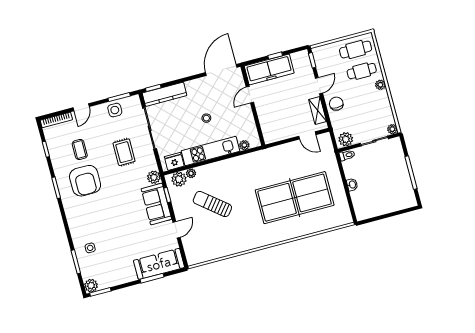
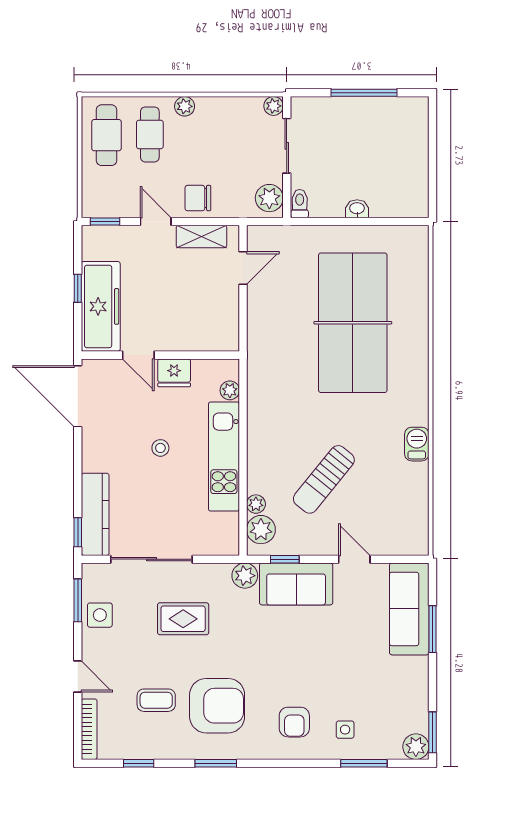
fridge: (174, 161) -> (174, 373), moved, turned -90
armchair: (87, 221) -> (294, 722), added
barbecue: (242, 246) -> (417, 444), added

